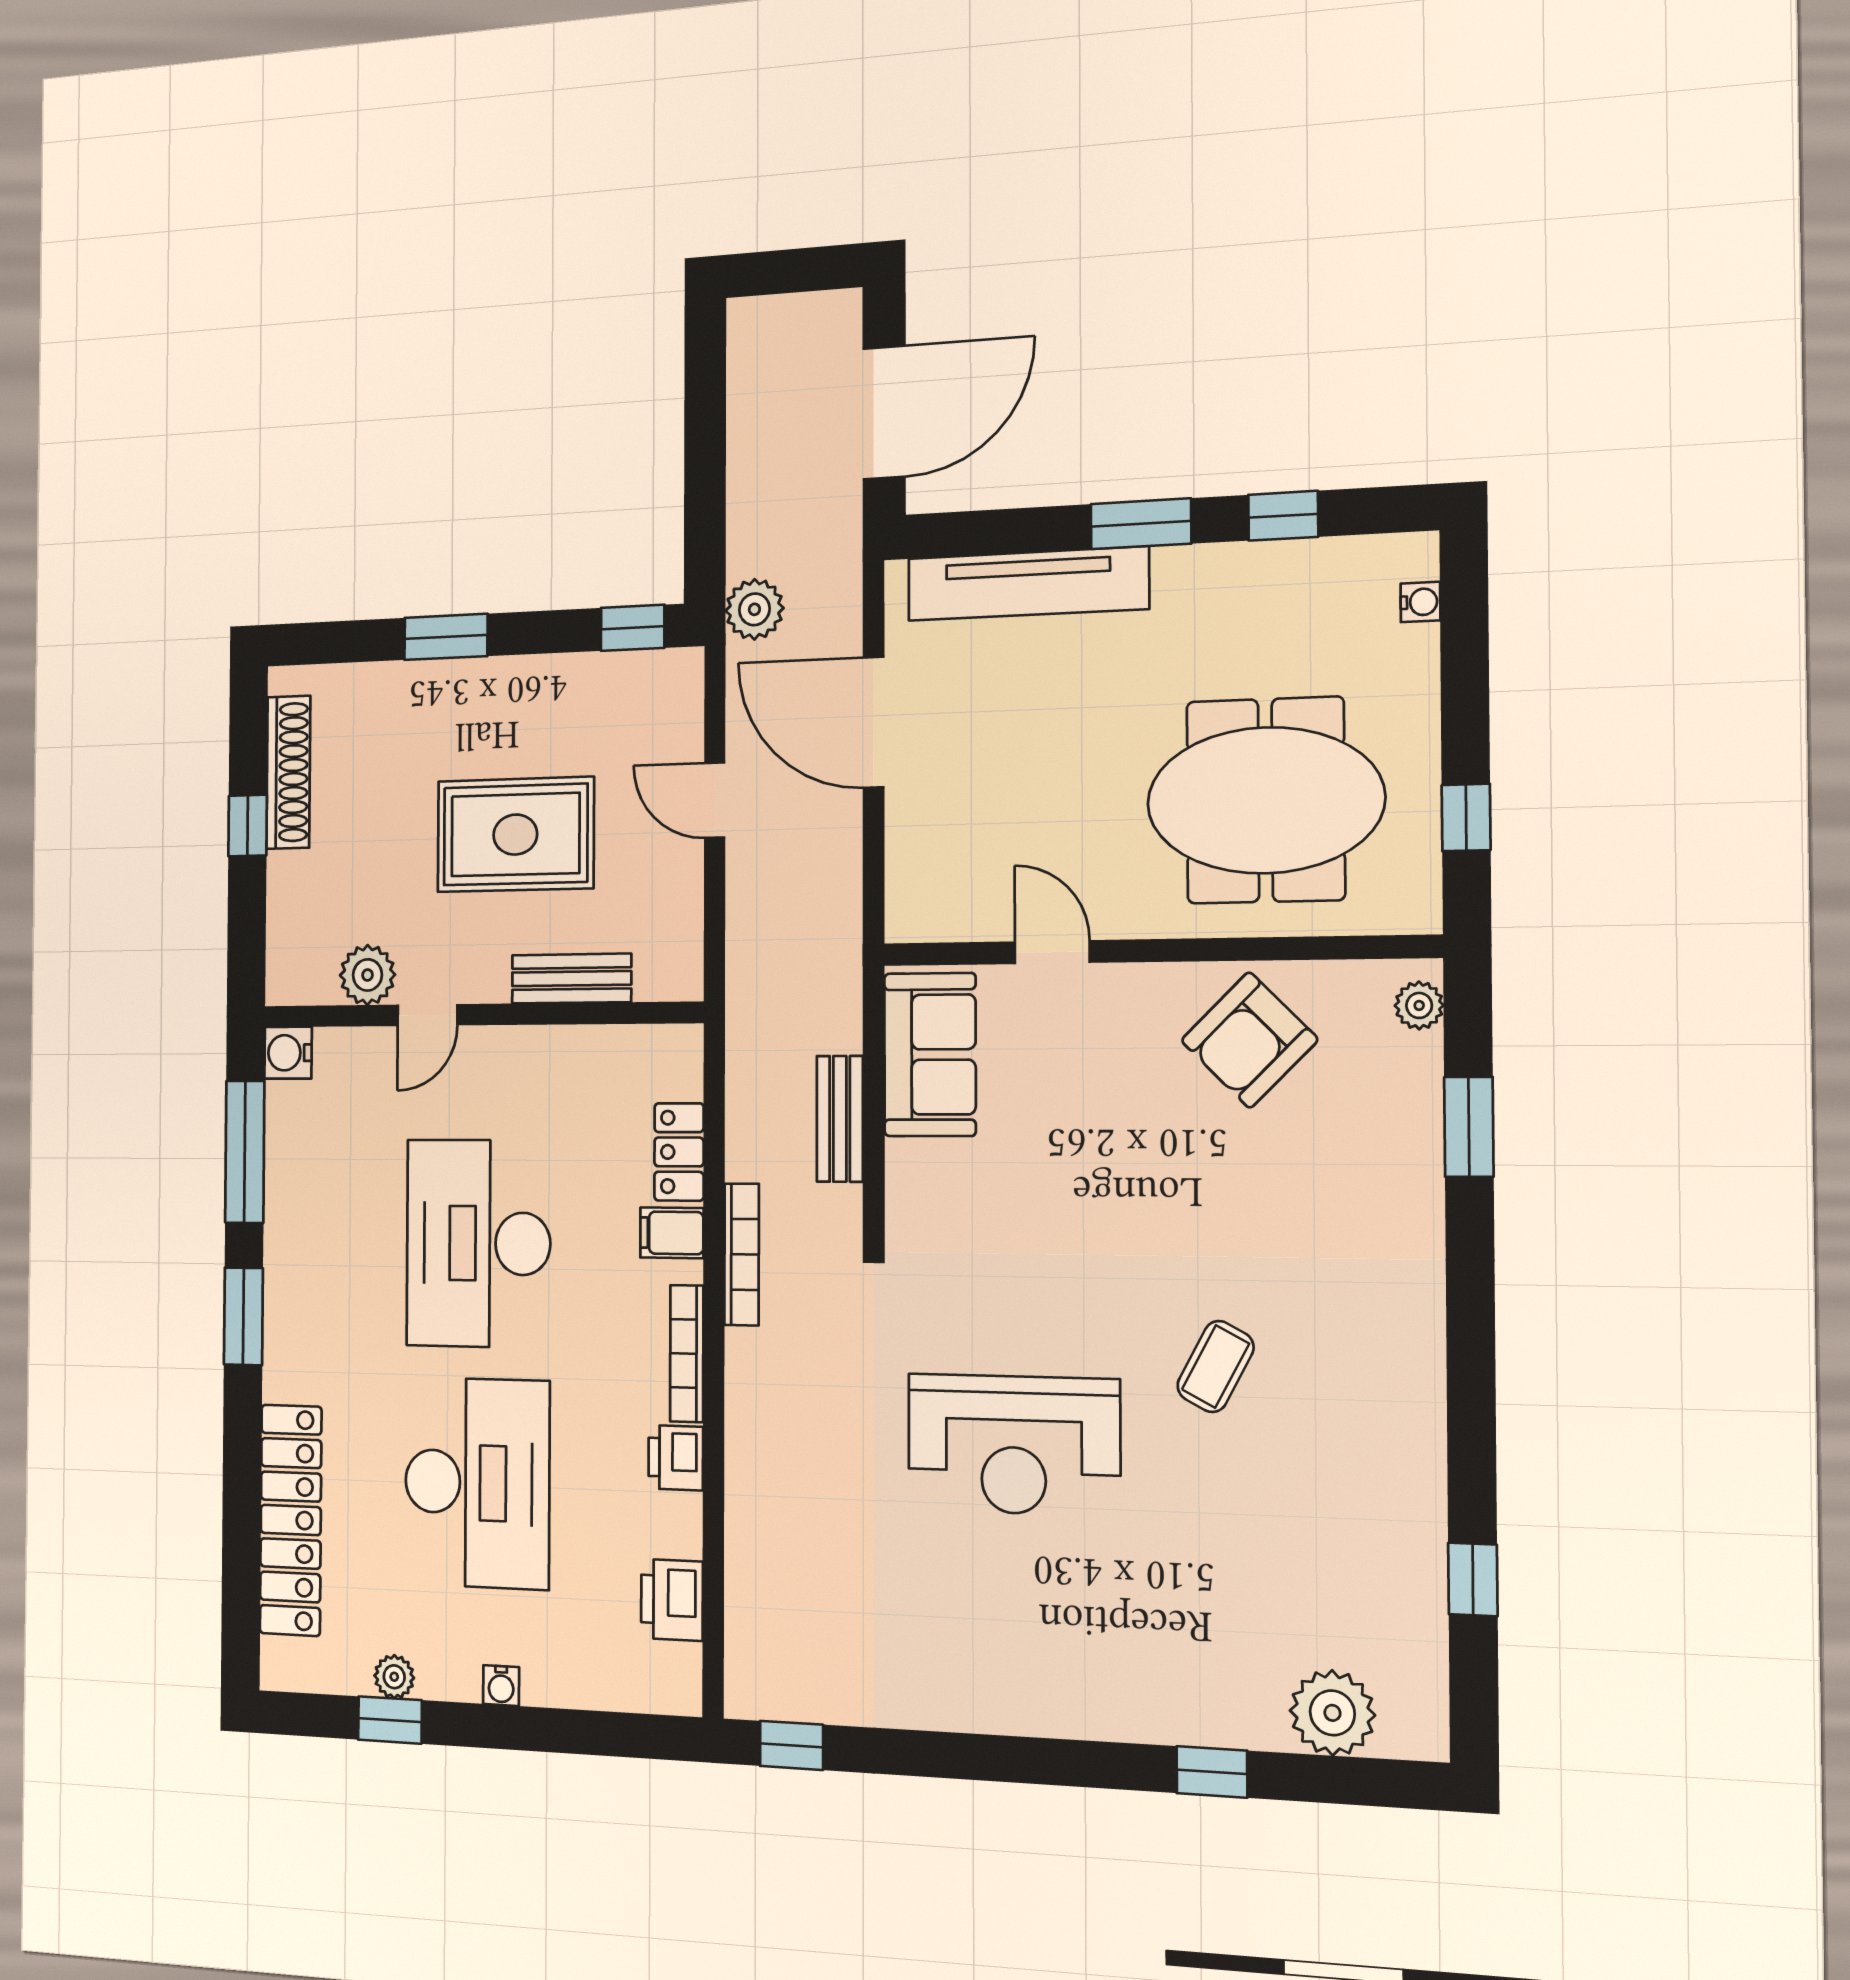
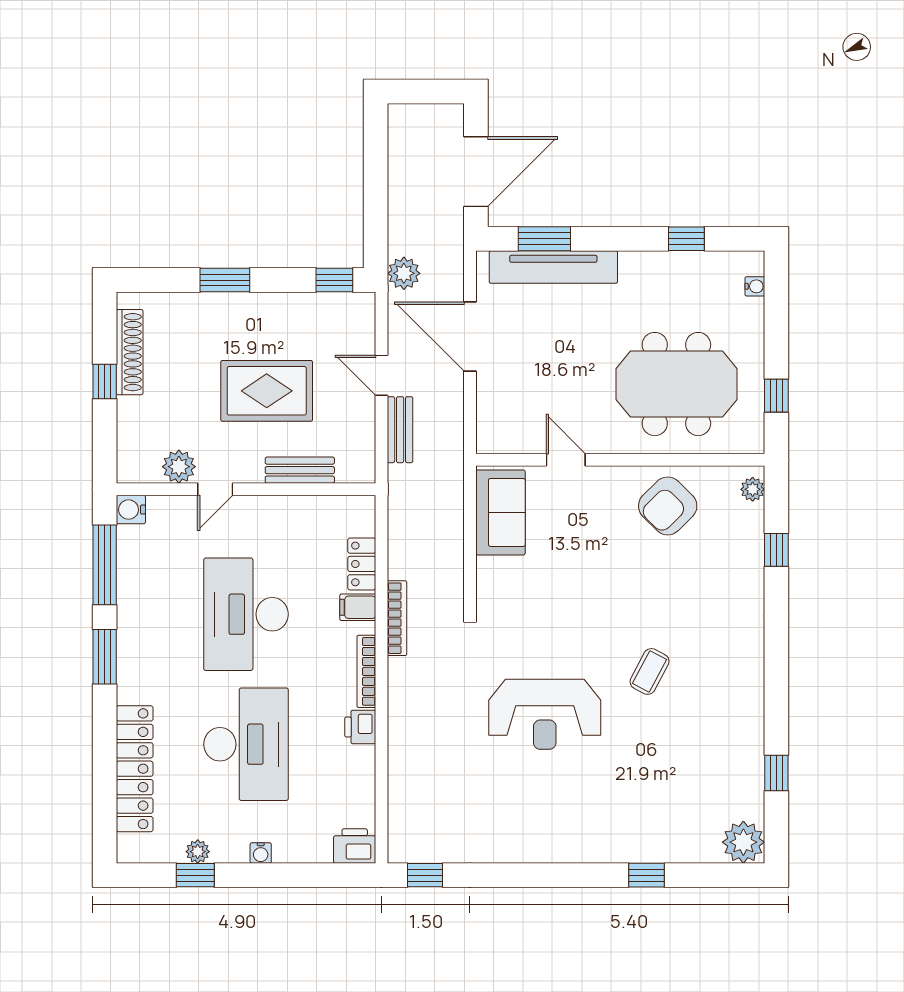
window: (1141, 524) -> (544, 239), moved
bench: (840, 1119) -> (400, 430), moved
window: (1469, 1127) -> (776, 550), width x0.67
printer: (672, 1600) -> (355, 846), moved, turned 90
plant: (1332, 1713) -> (743, 842), moved

